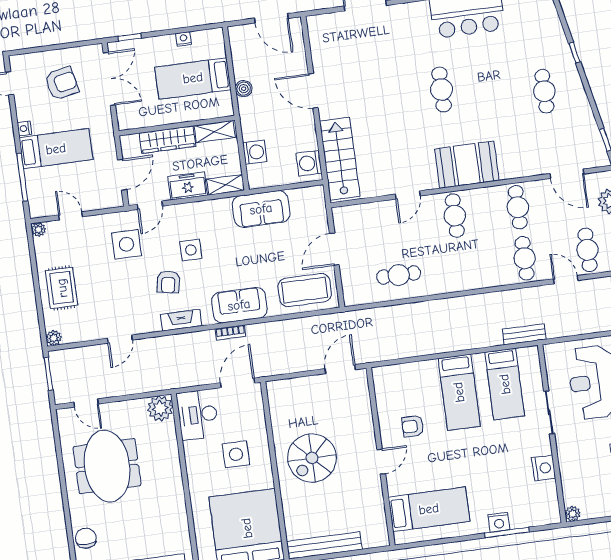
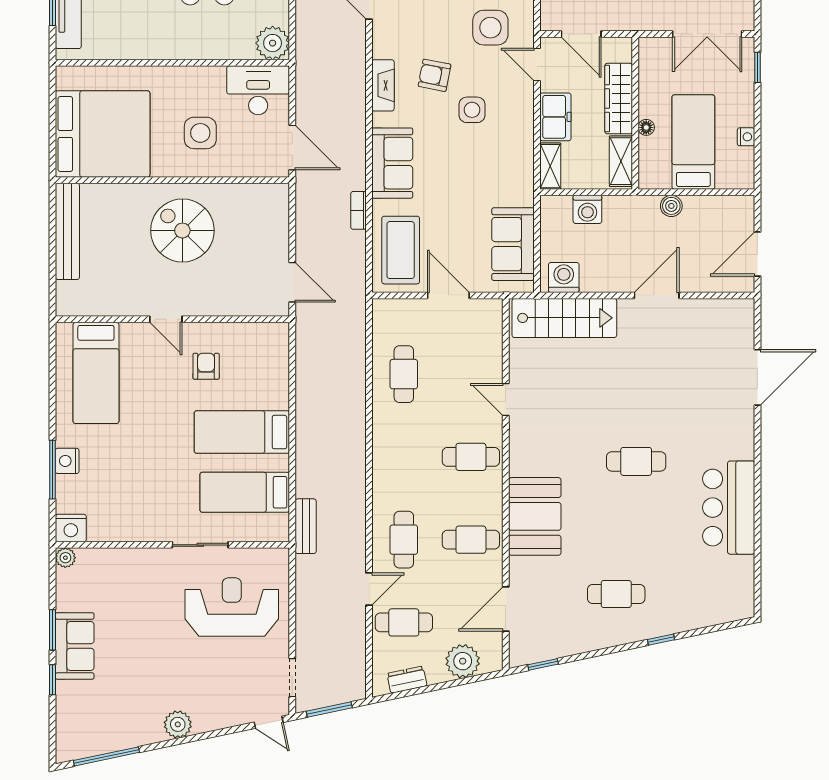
floor lamp: (187, 116) -> (646, 127), added
booth: (467, 165) -> (535, 516), moved
sofa: (261, 209) -> (513, 244), moved
cafe table: (525, 258) -> (404, 540), turned 90
bookcase: (230, 333) -> (359, 210), moved
nightstand: (544, 468) -> (71, 528), moved

